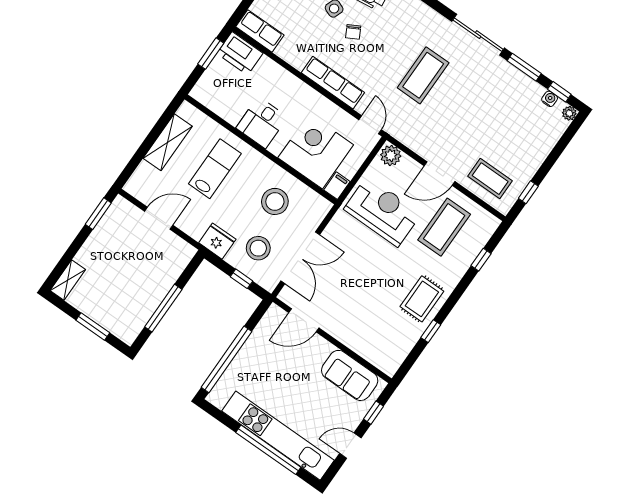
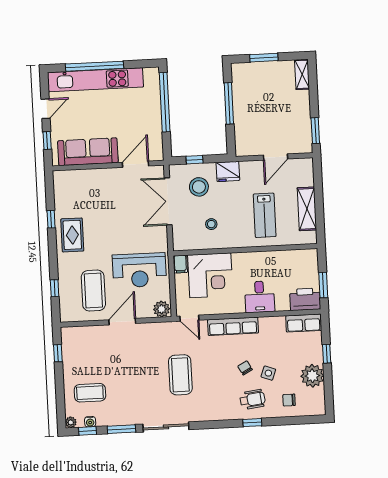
desk: (262, 123) -> (260, 297), moved, turned 180
coffee table: (490, 179) -> (90, 393), moved
stool: (275, 201) -> (211, 224), width x0.53, depth x0.53
sofa: (350, 375) -> (88, 152), width x1.36

